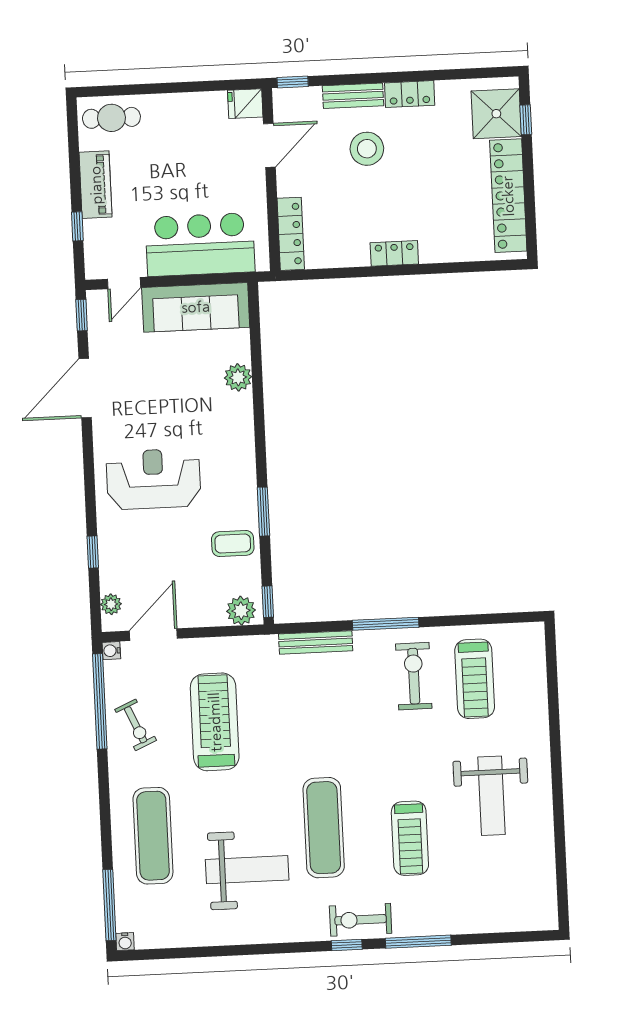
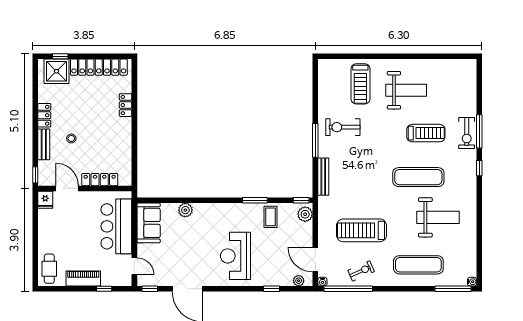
stool: (367, 149) -> (71, 138), width x0.53, depth x0.53
locker: (291, 234) -> (100, 180), moved
locker: (394, 253) -> (126, 105), moved
sofa: (196, 307) -> (149, 223), width x0.73
treadmill: (475, 679) -> (360, 84), moved, turned 90
weight bench: (247, 870) -> (438, 217), turned 90
exercise bike: (361, 920) -> (467, 133), moved

